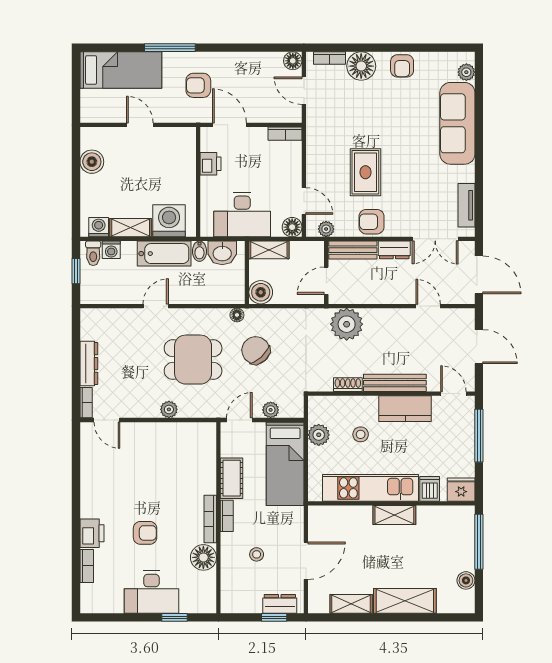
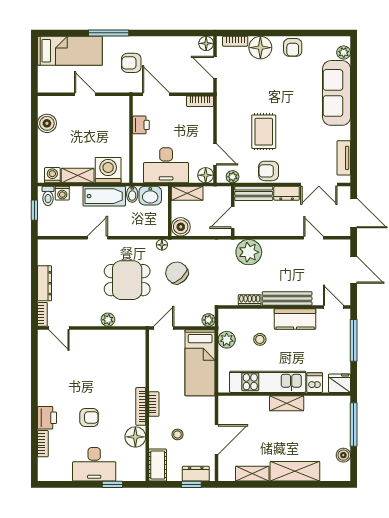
plant: (271, 410) -> (209, 320), moved
cot: (232, 478) -> (158, 465), moved

